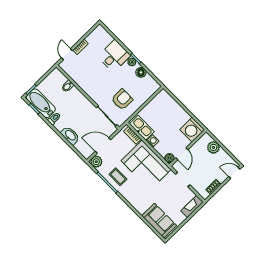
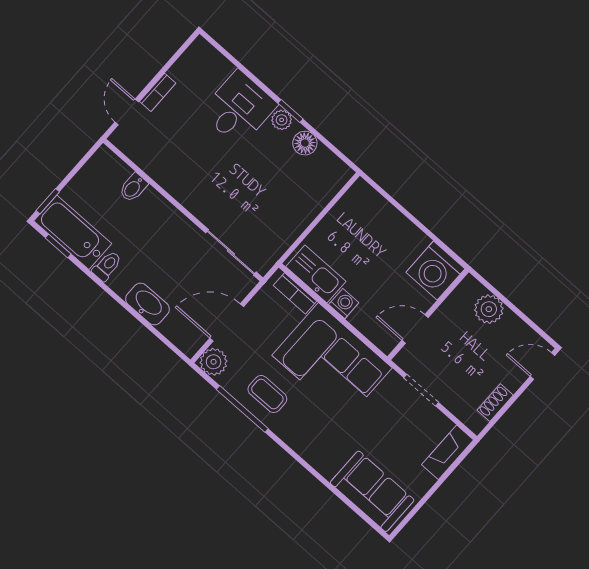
armchair: (122, 99) -> (265, 210), removed
door: (182, 154) -> (415, 329), swing flipped
boiler: (169, 158) -> (386, 341), removed

